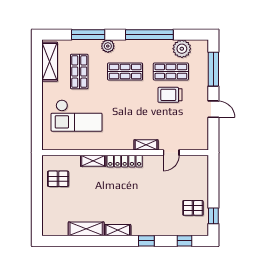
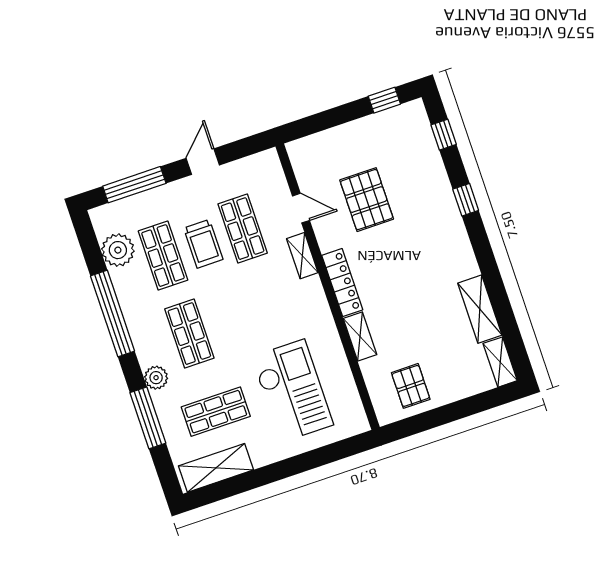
shop shelf: (171, 118) -> (243, 229), added
pallet: (193, 208) -> (367, 200), moved, width x1.50, depth x1.42
shelving: (118, 230) -> (500, 362), moved

